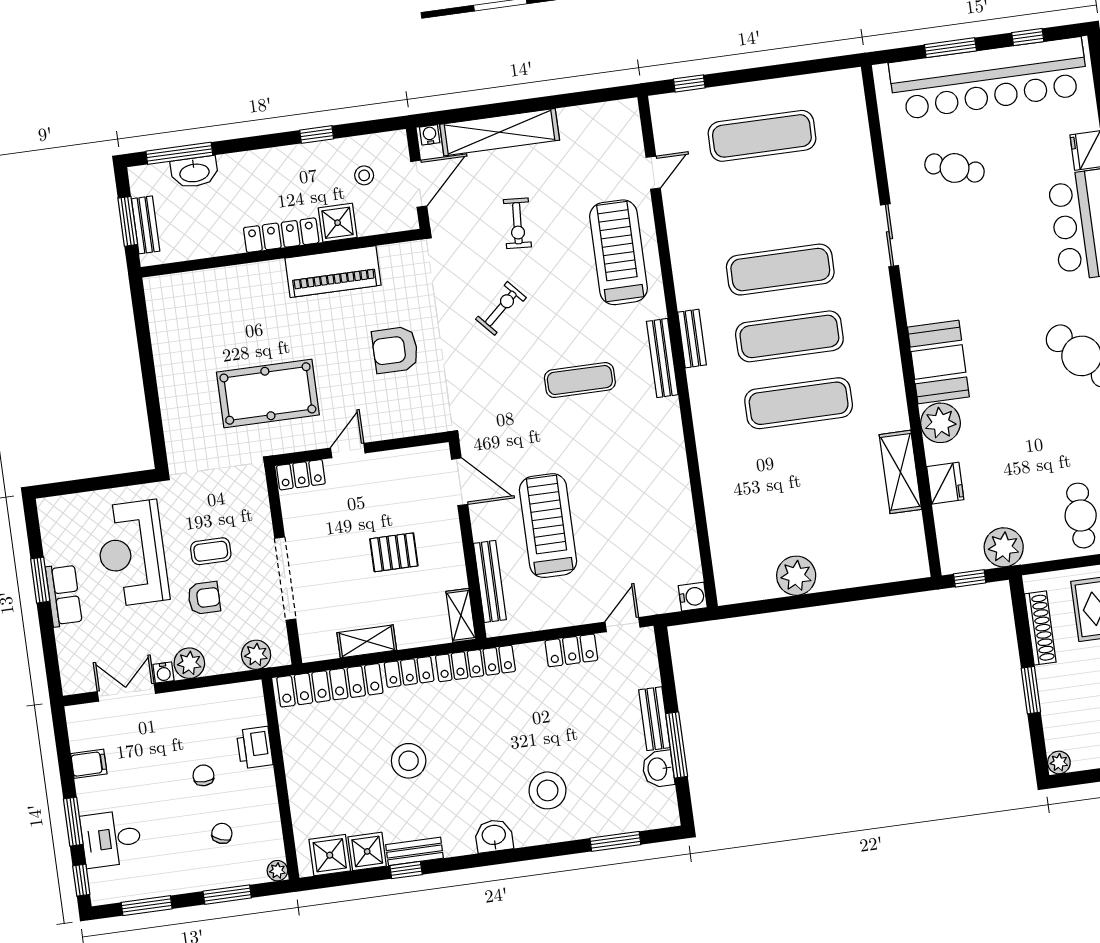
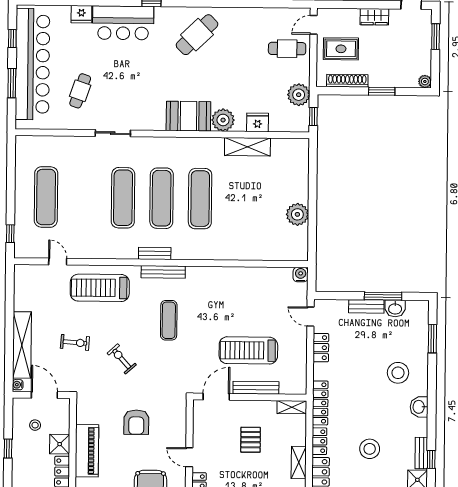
bench: (490, 581) -> (256, 388), moved

